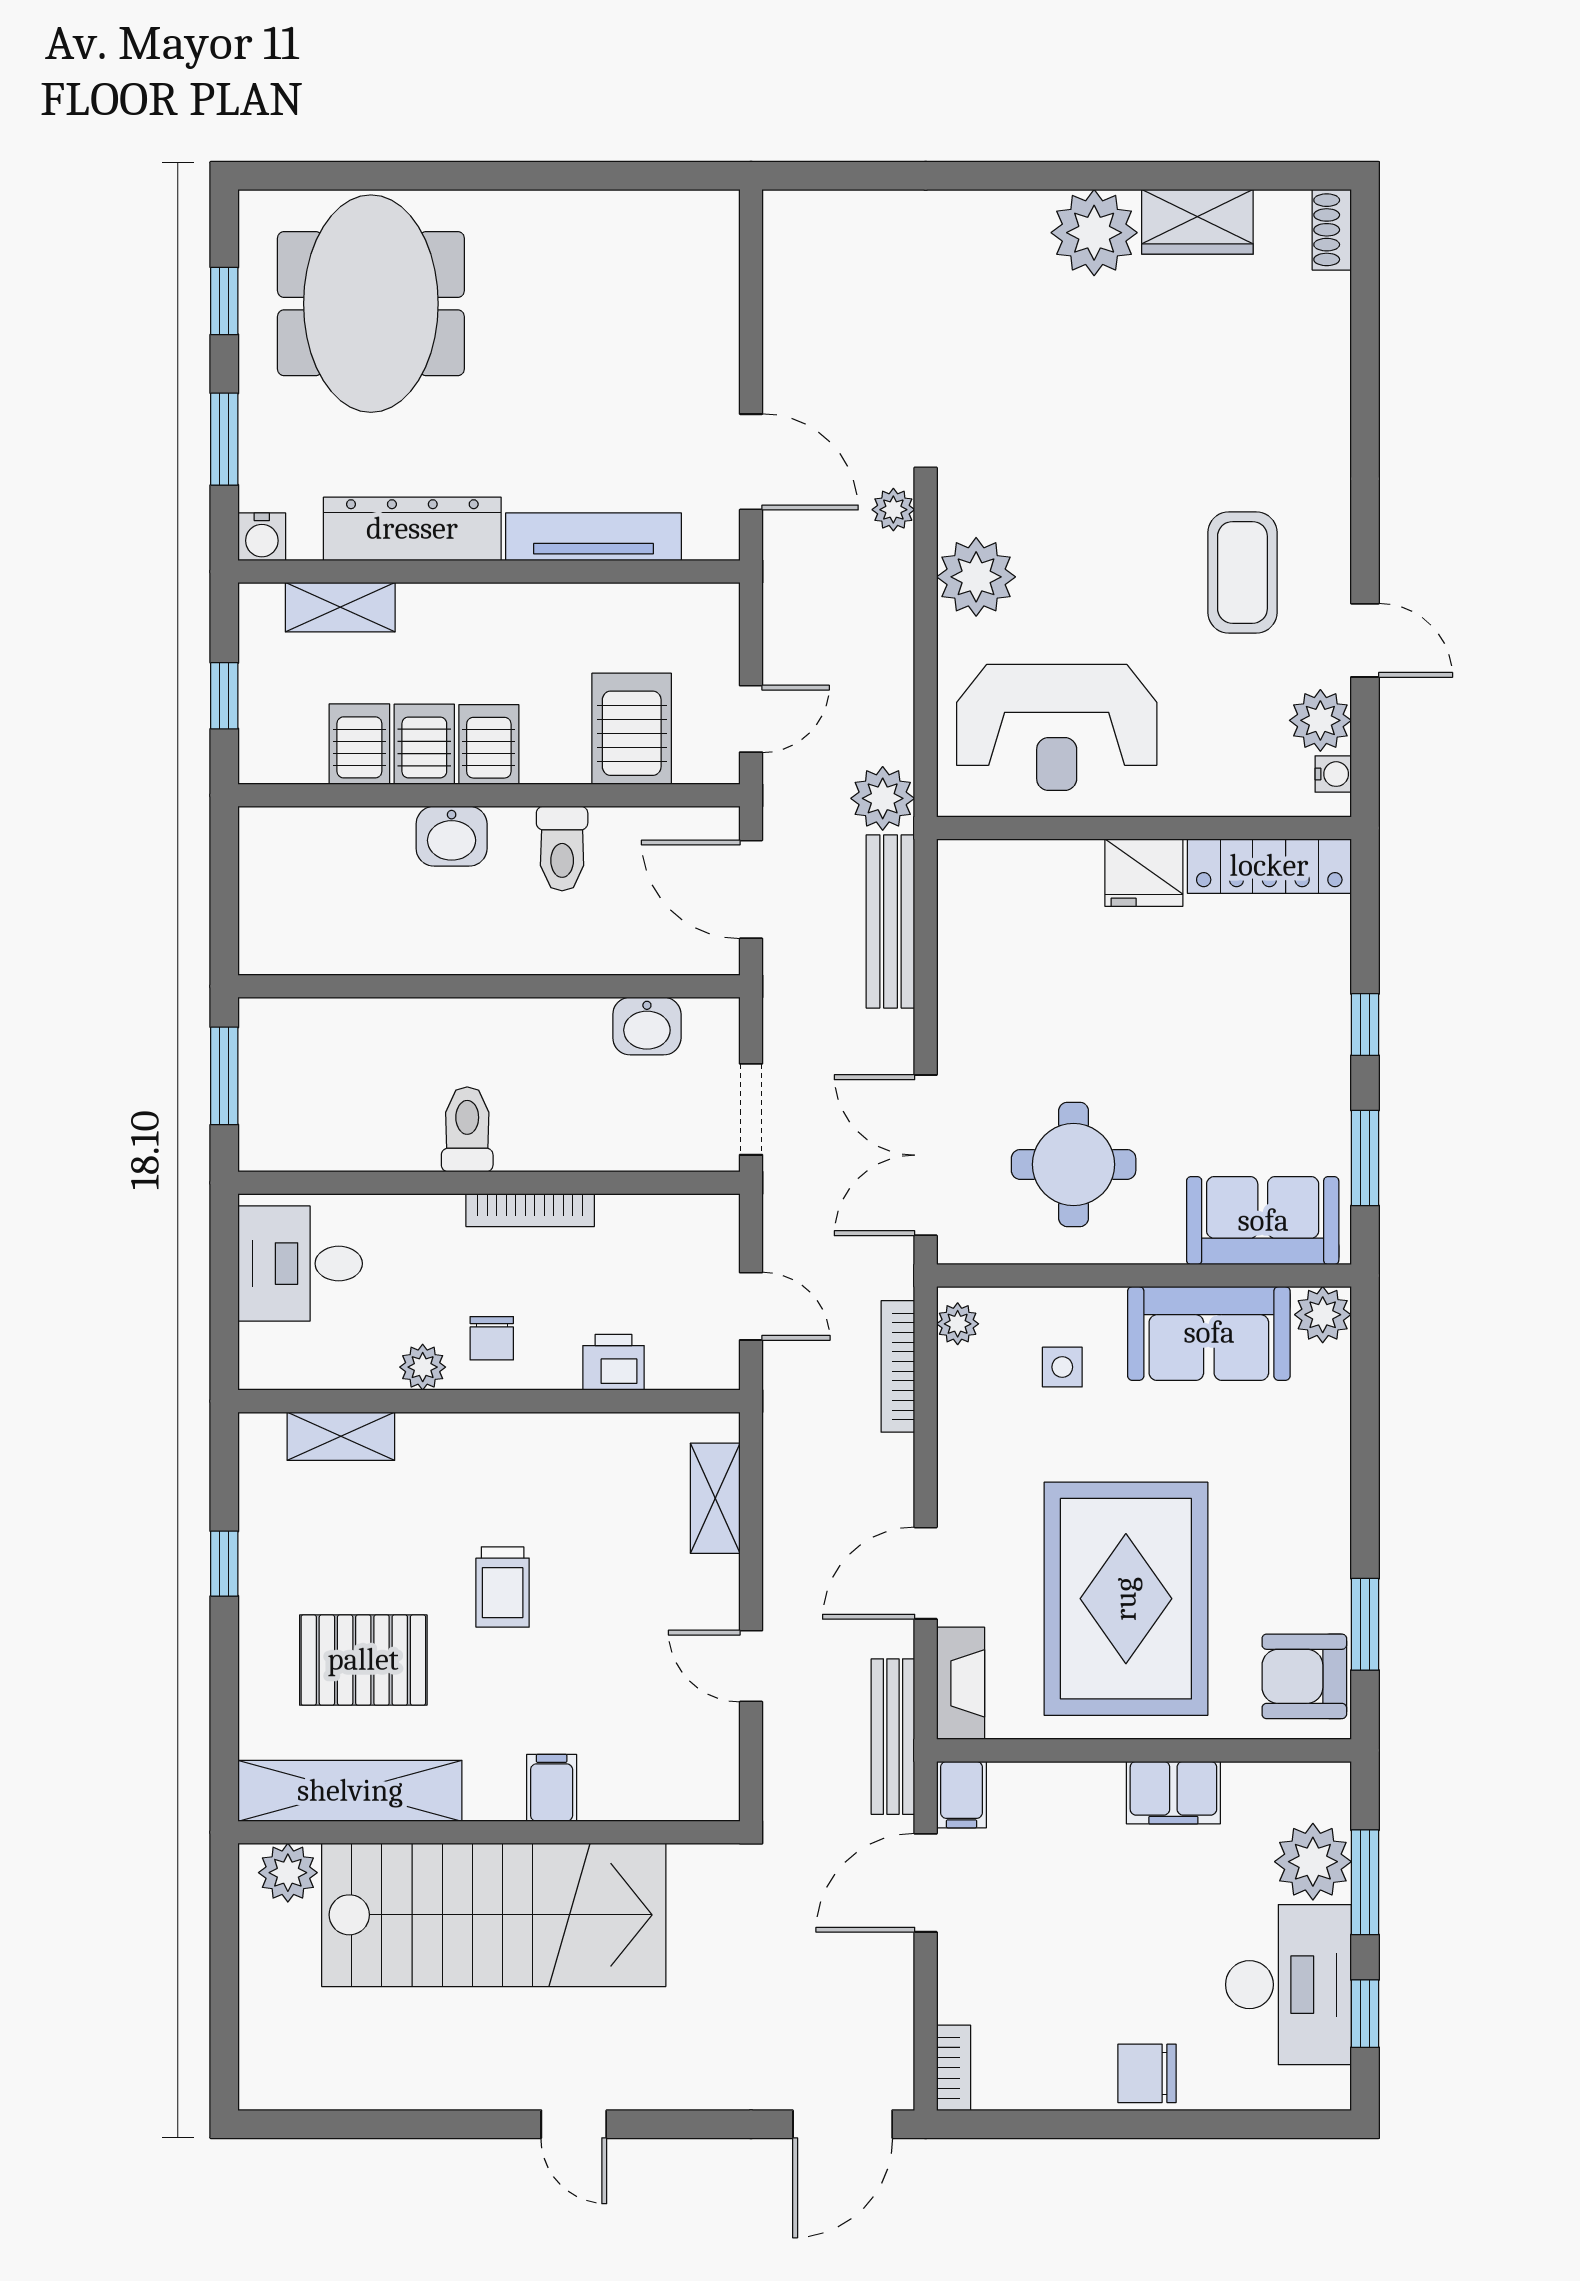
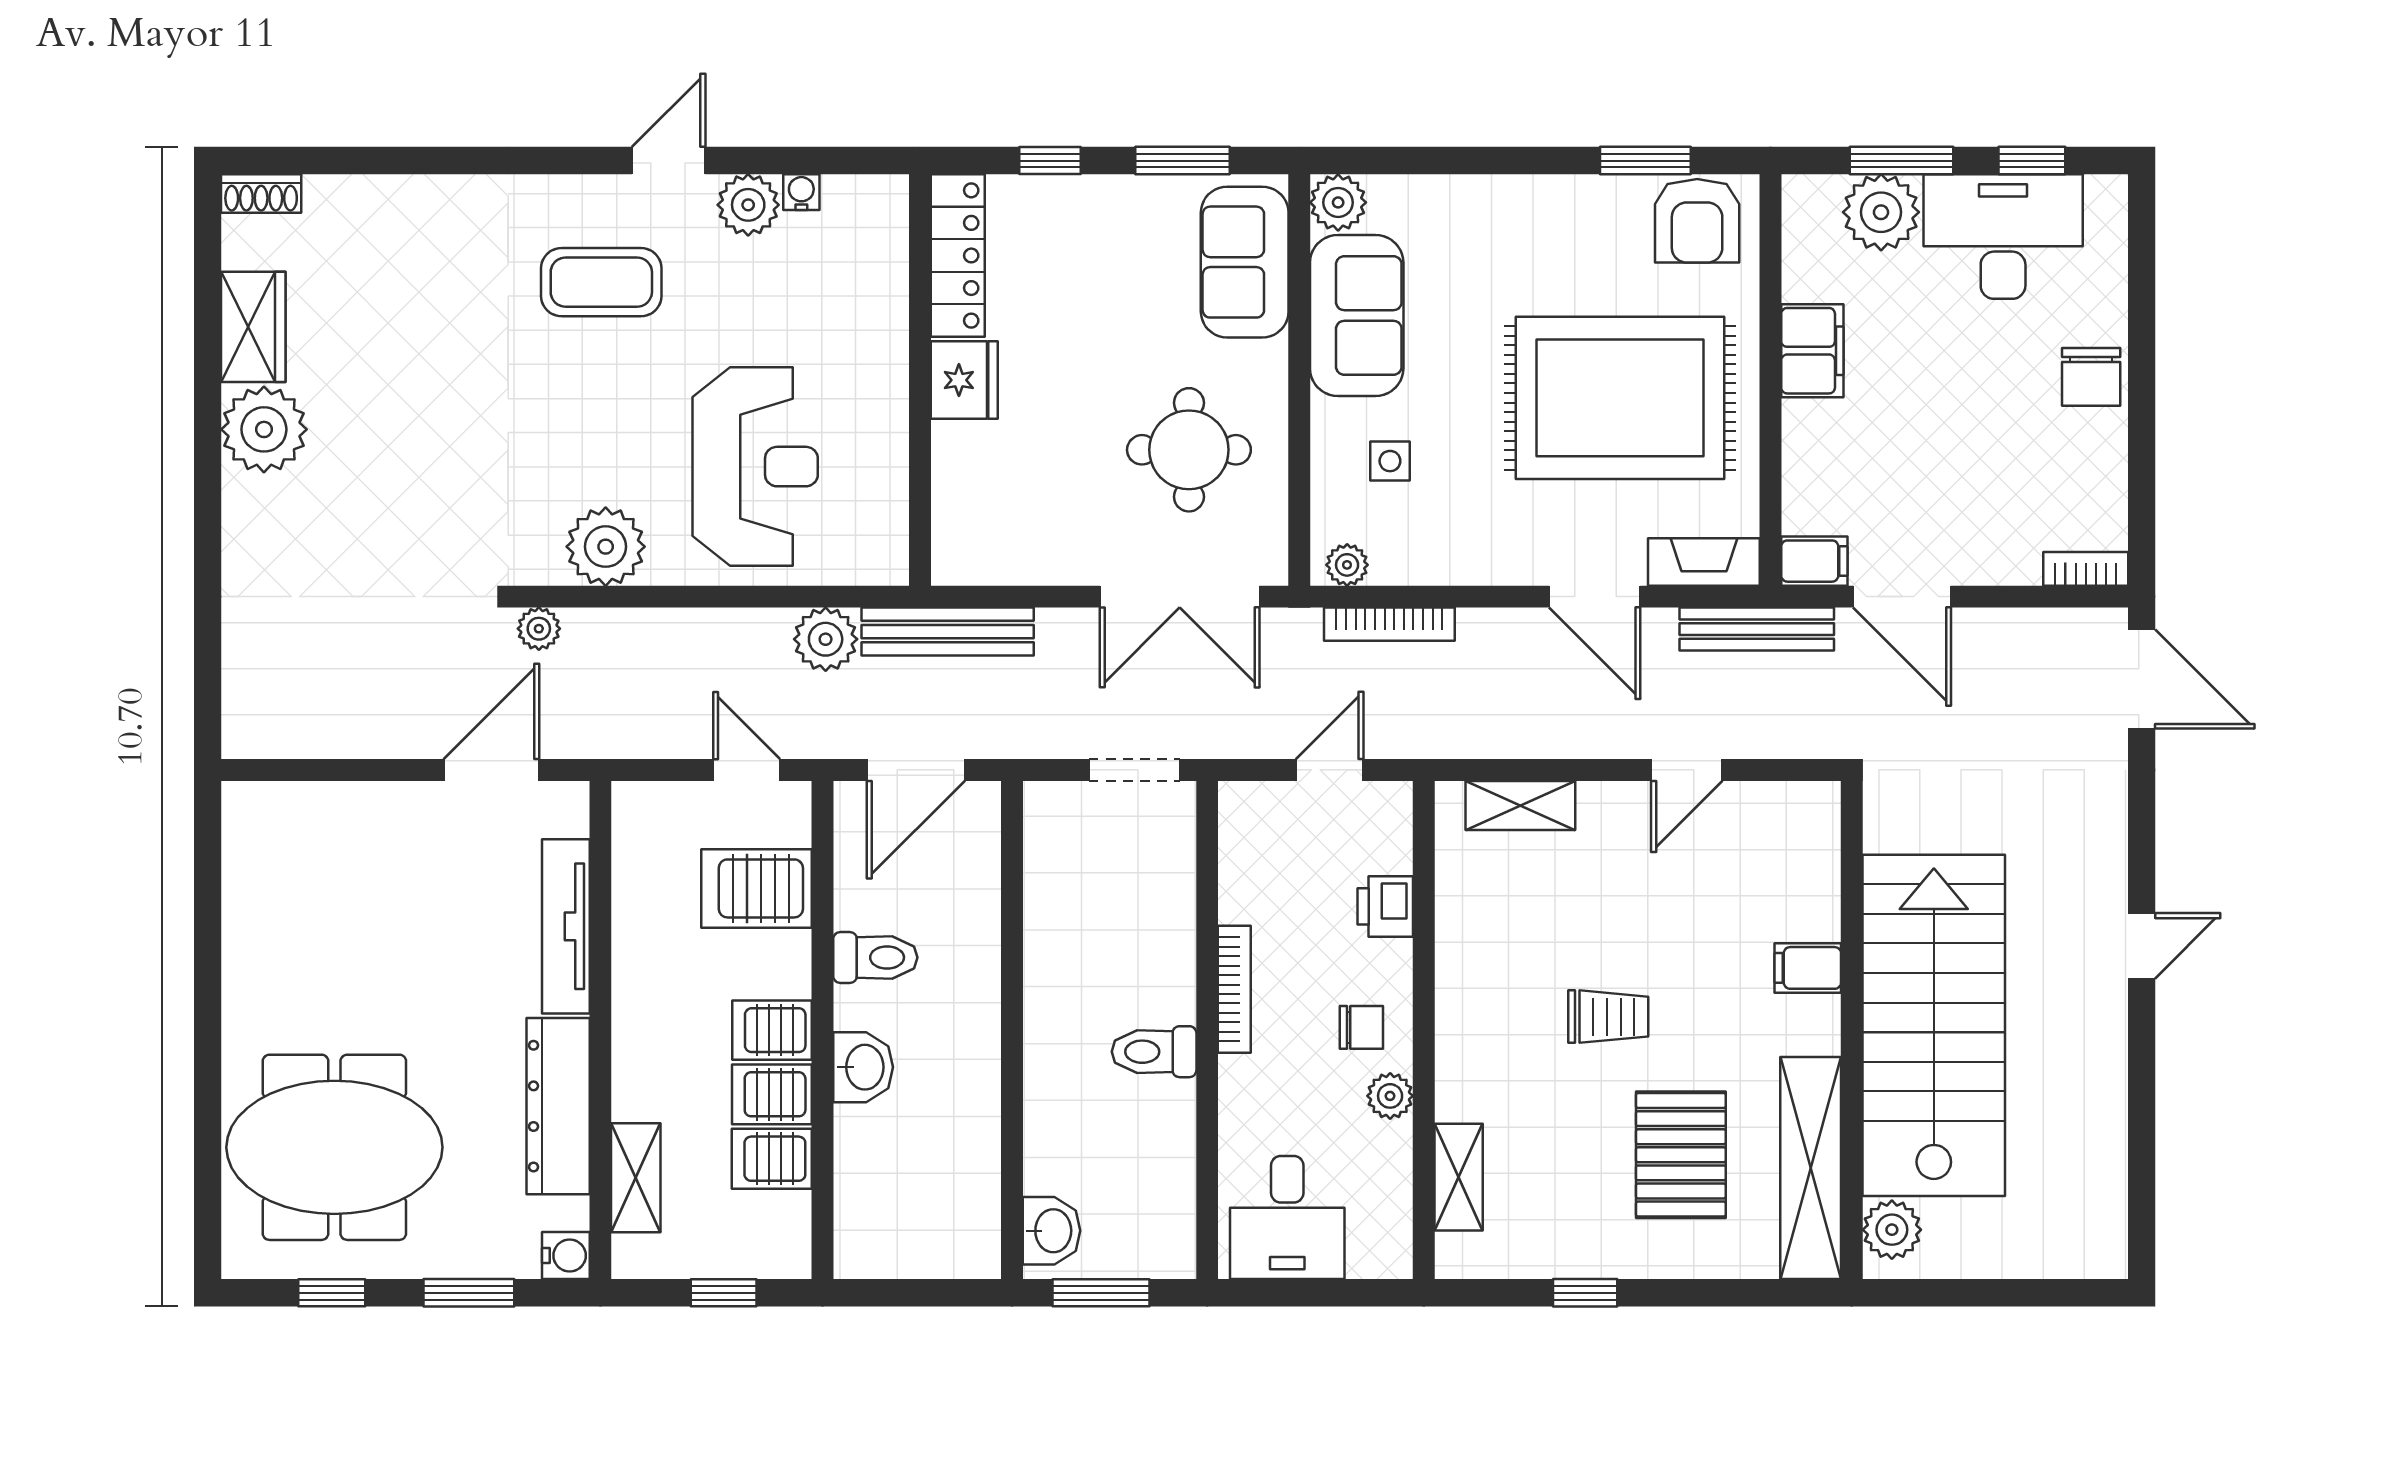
wall: (1144, 828) -> (920, 380), moved
locker: (1269, 866) -> (958, 255), moved
fridge: (1144, 873) -> (964, 380), moved
washbasin: (647, 1026) -> (1052, 1231), moved

